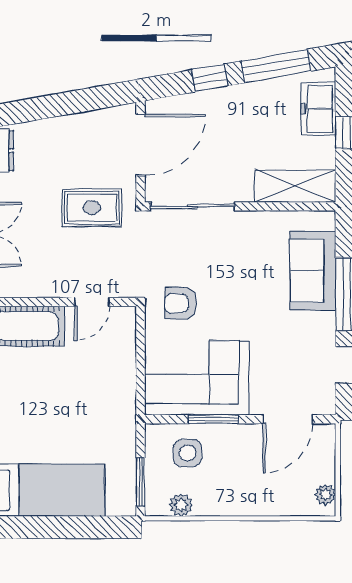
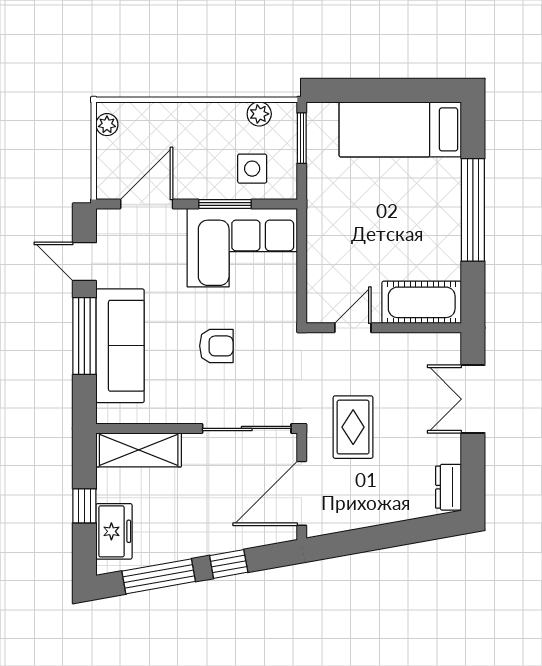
rug: (92, 208) -> (353, 427), turned 90
sofa: (313, 271) -> (120, 346), width x1.36
armchair: (181, 303) -> (216, 346), moved

